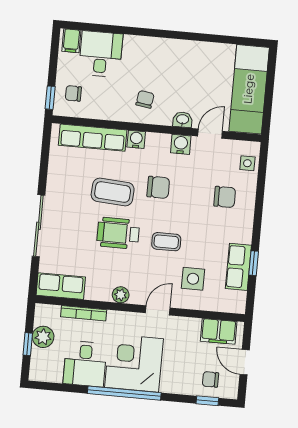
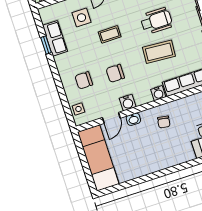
chair: (158, 187) -> (115, 73), moved
wheelchair: (118, 233) -> (156, 21), moved

